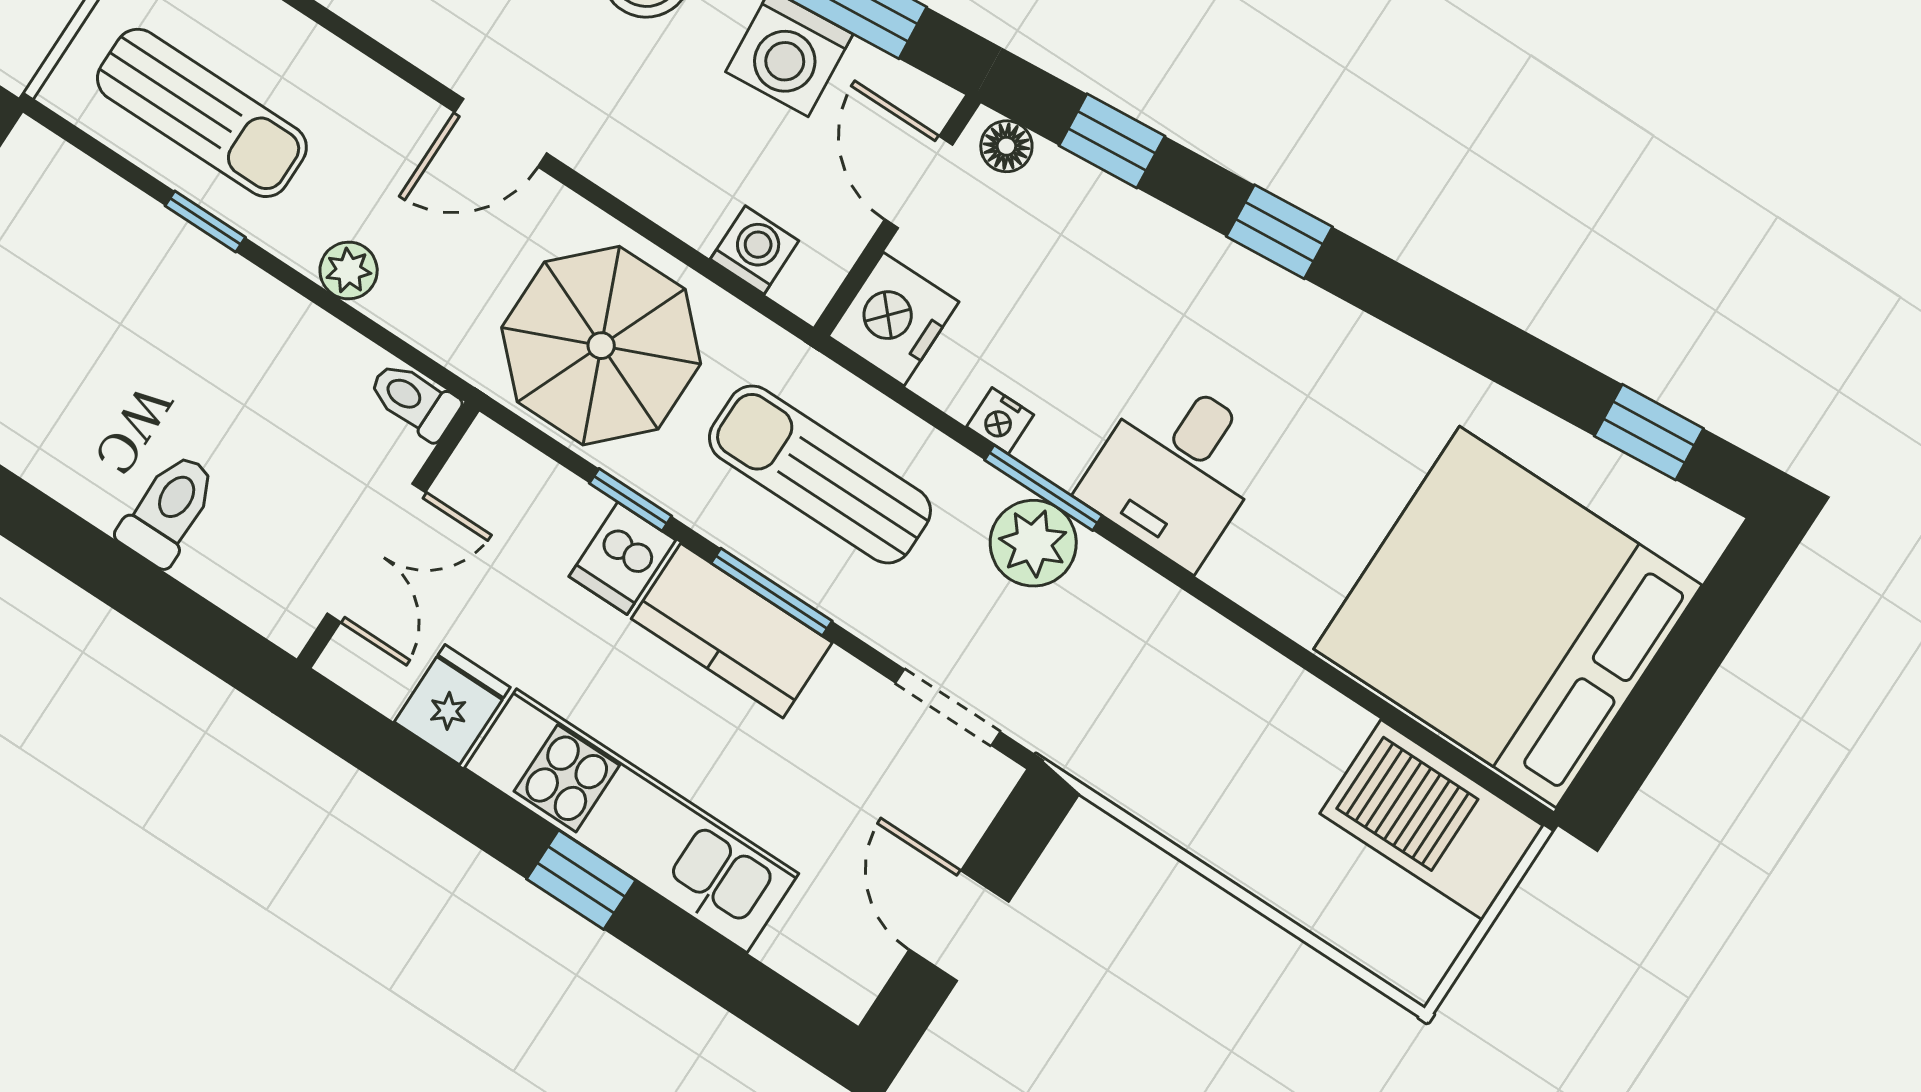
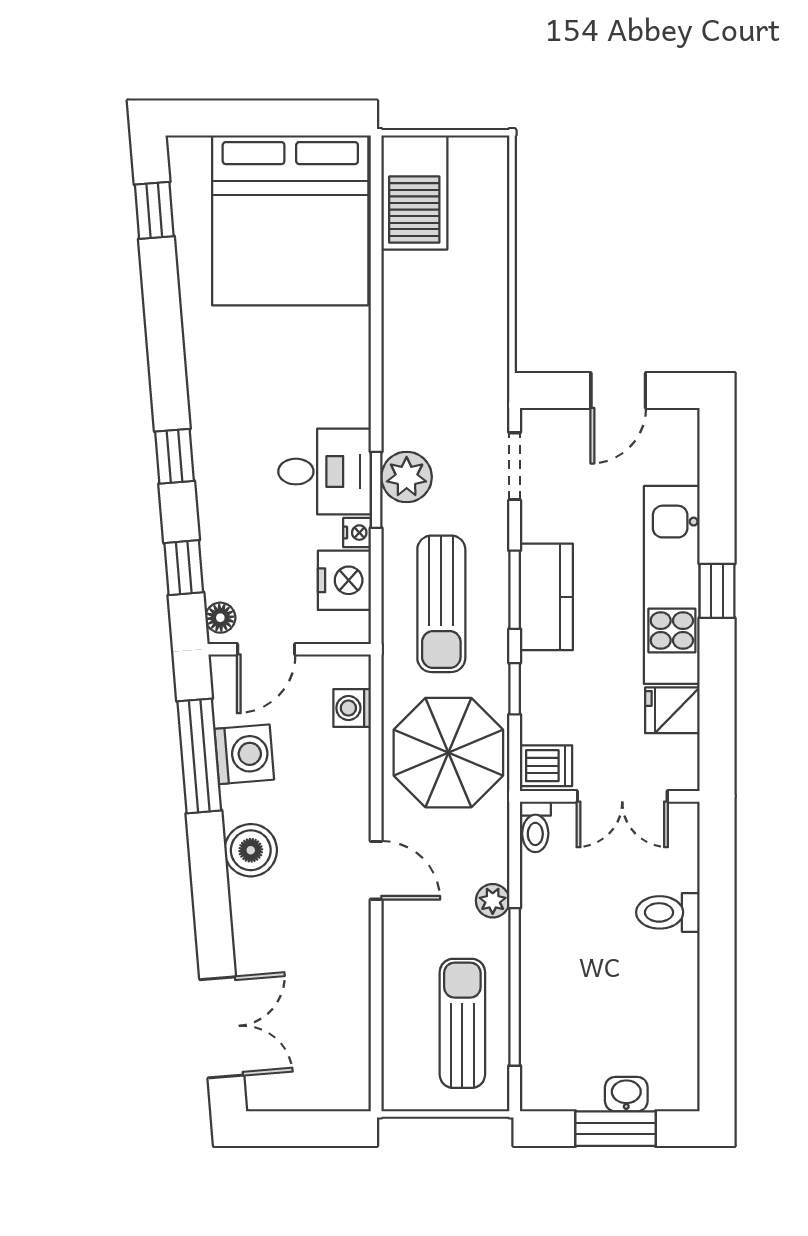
window: (205, 221) -> (515, 987), width x3.17
nightstand: (894, 319) -> (344, 580), moved, turned -90
desk: (1176, 470) -> (325, 472), moved
double door: (376, 553) -> (622, 796), swing flipped
dishwasher: (622, 558) -> (546, 766), moved

